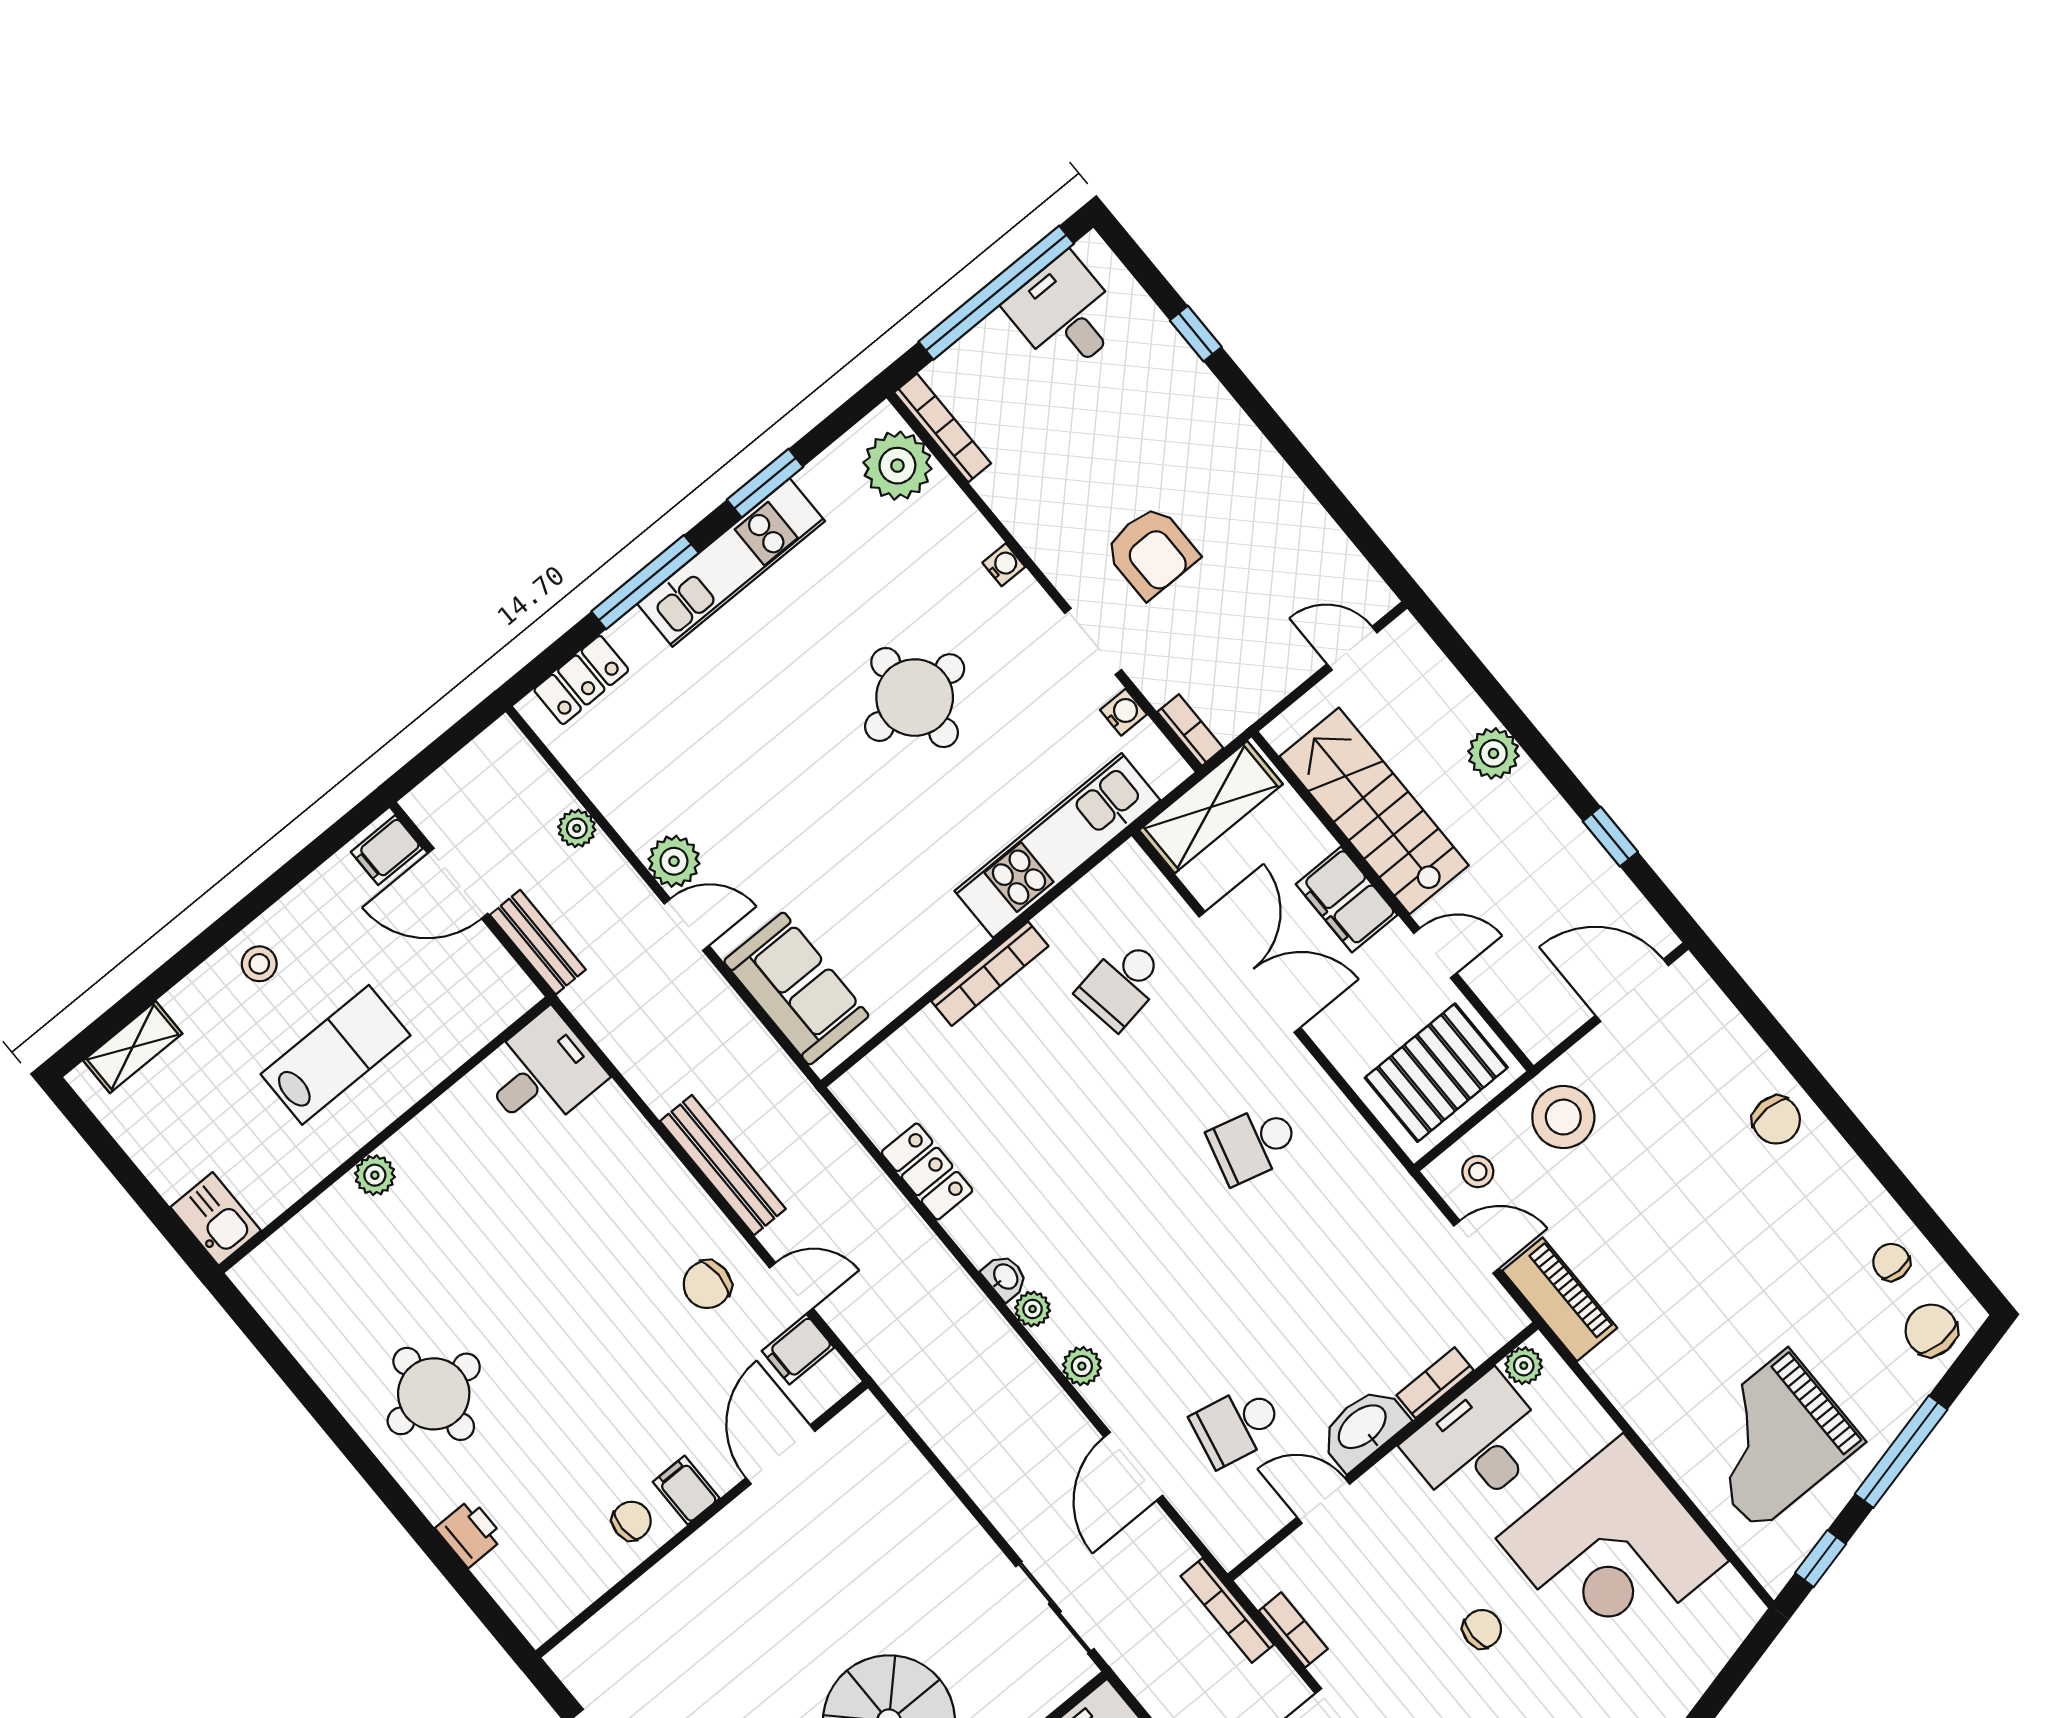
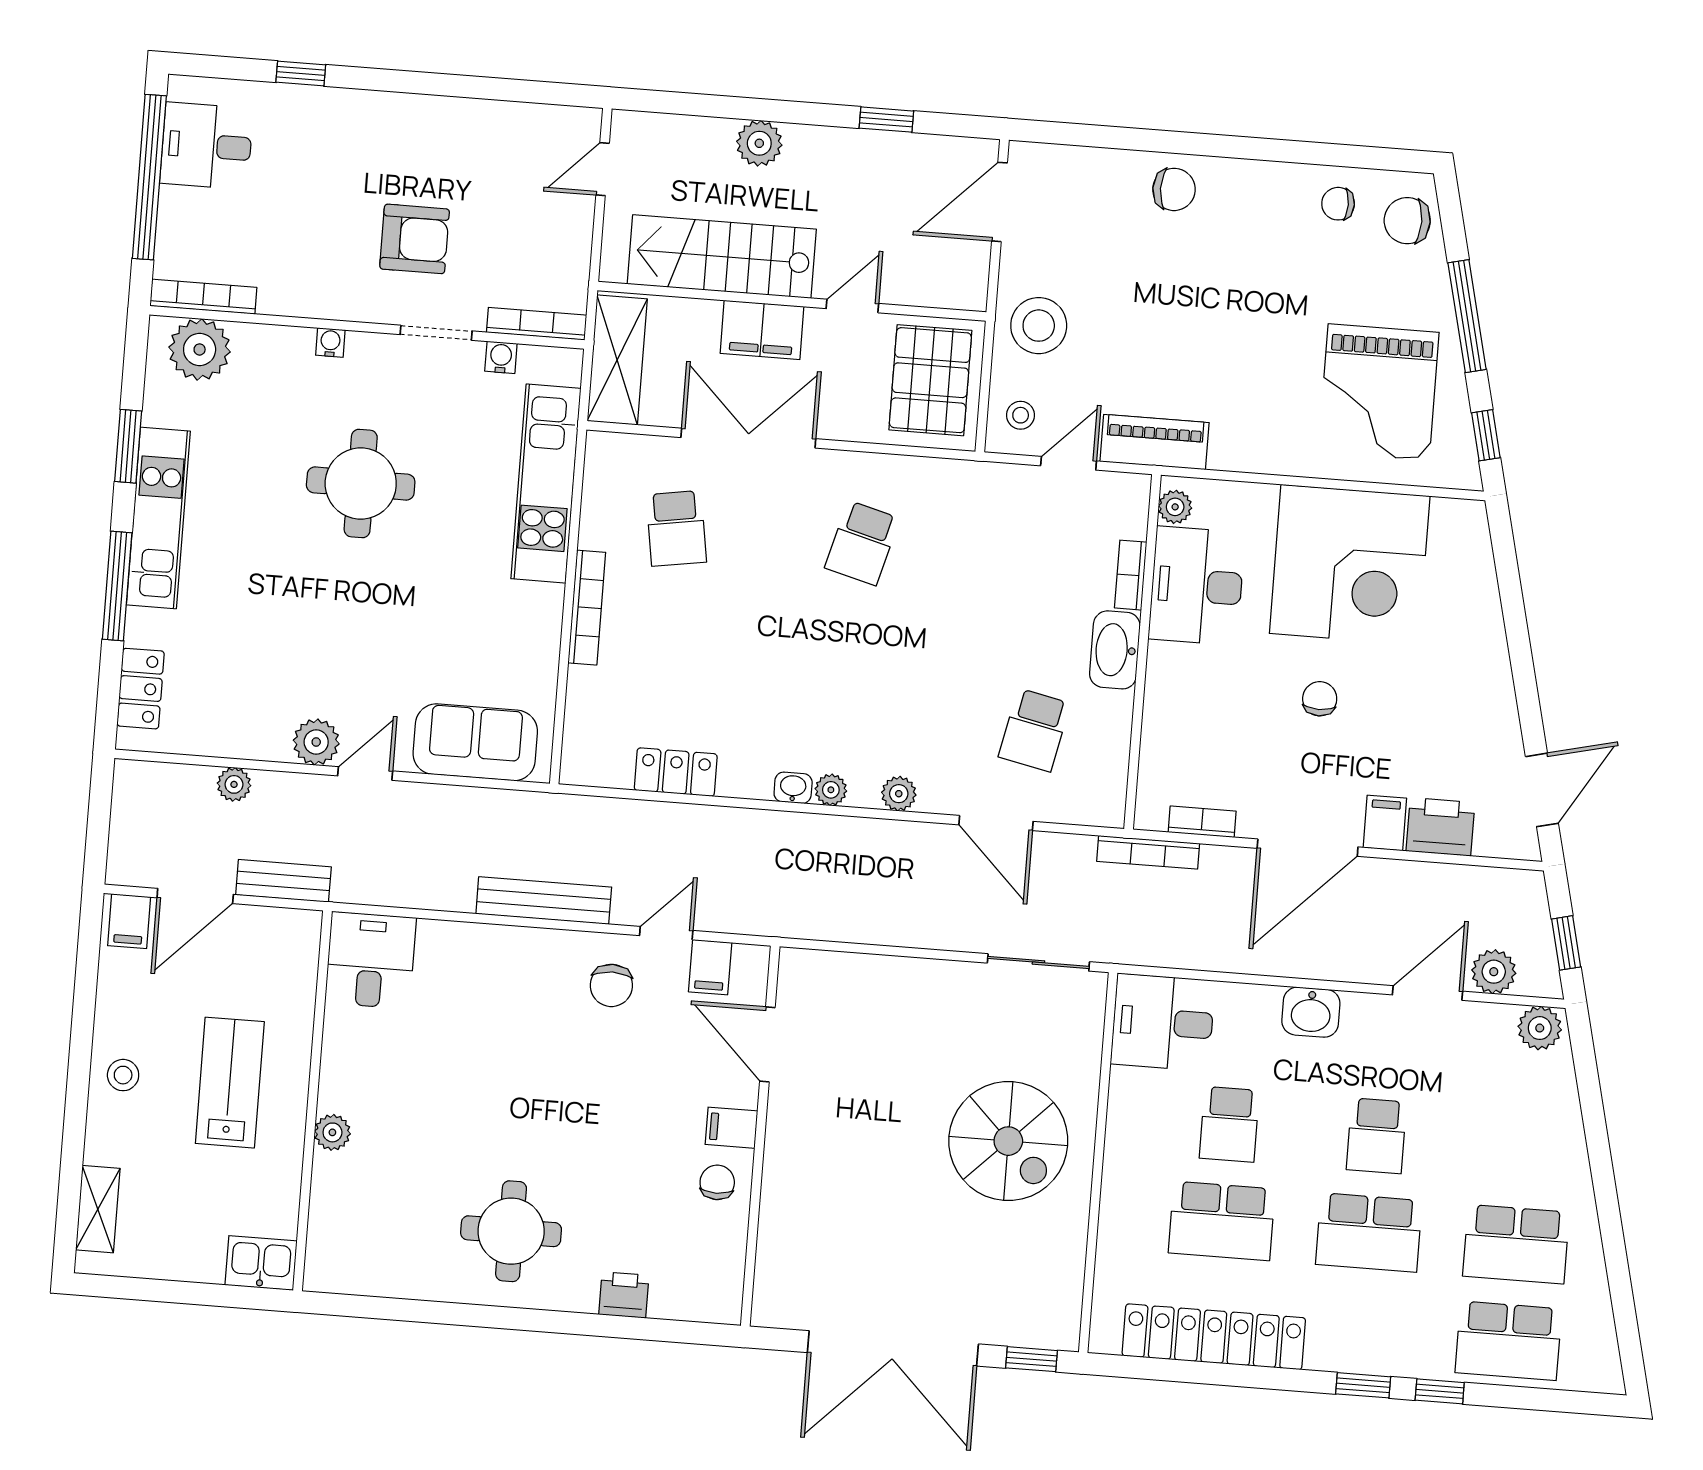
bookcase: (1190, 730) -> (537, 324), width x1.56
door: (1323, 1501) -> (1137, 721), removed

